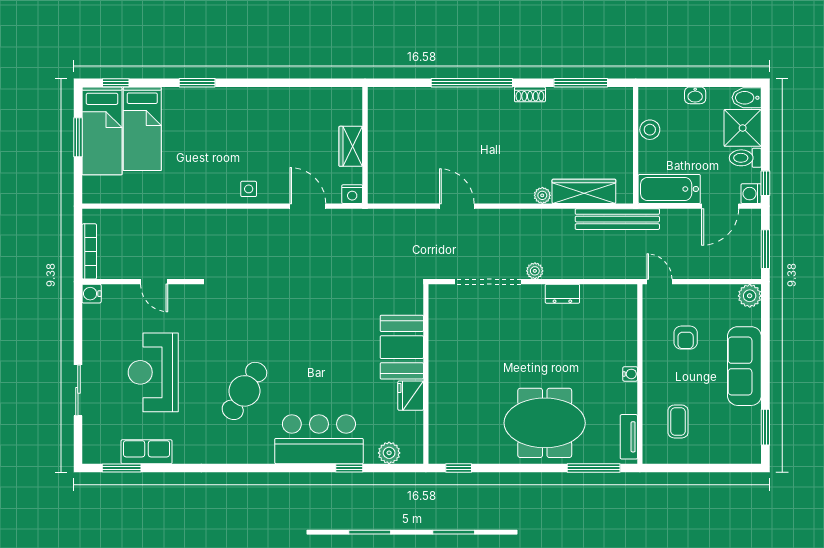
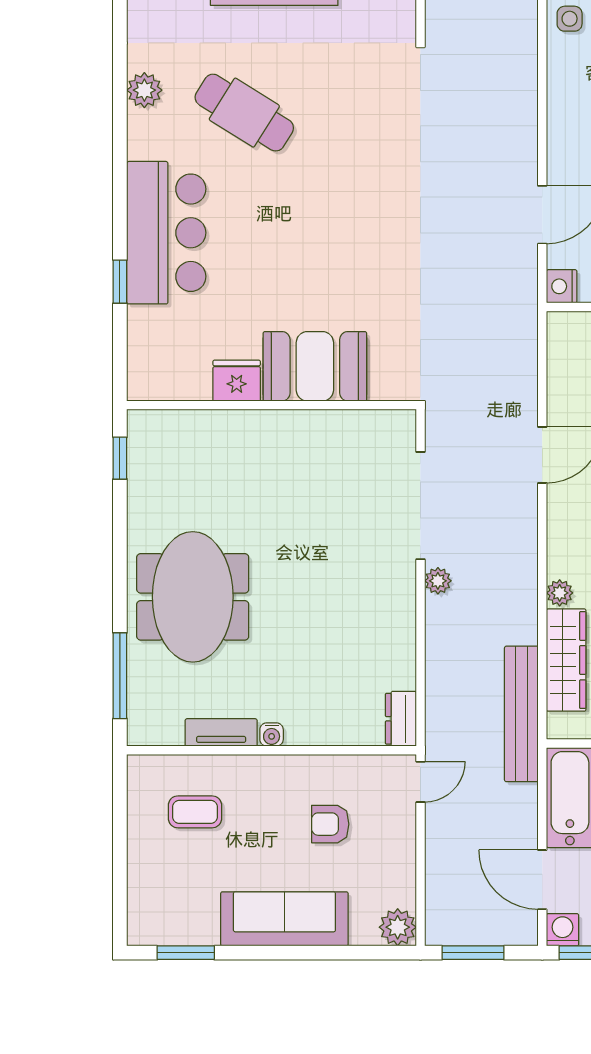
side table: (249, 189) -> (570, 19), moved
dresser: (562, 294) -> (401, 719), moved
tv unit: (629, 437) -> (221, 732), moved
plant: (389, 453) -> (144, 90), moved

